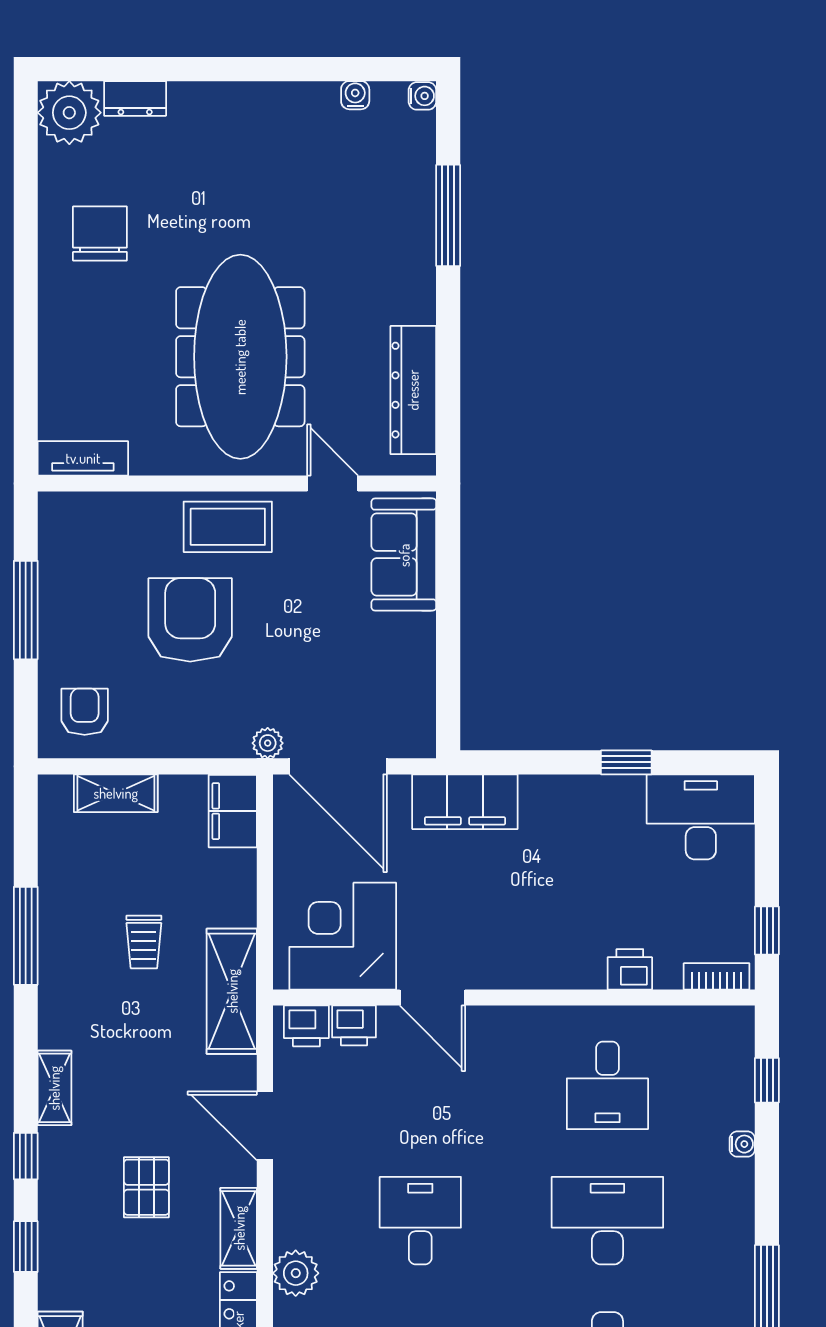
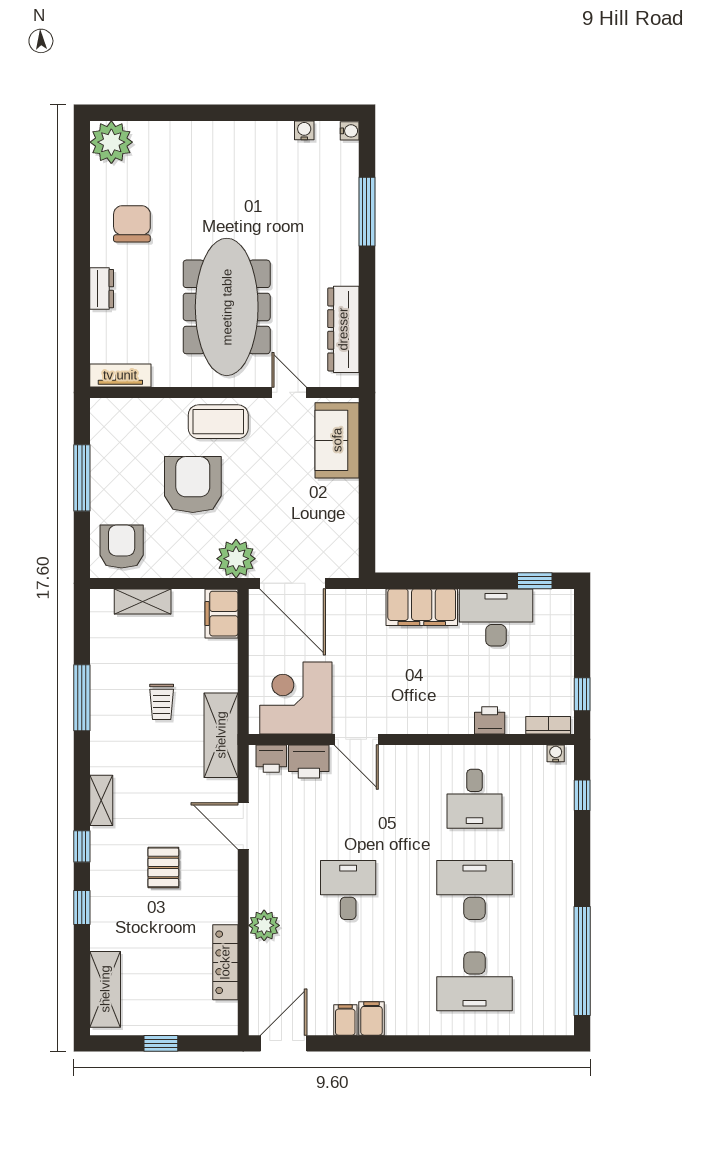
dresser: (135, 98) -> (102, 289), moved, turned -90
armchair: (85, 712) -> (122, 547), width x1.38, depth x1.38
plant: (268, 743) -> (236, 559), width x1.88, depth x1.88
window: (626, 762) -> (535, 581), moved
filing cabinet: (465, 802) -> (422, 607), moved
desk: (701, 817) -> (496, 618), moved
printer: (354, 1025) -> (309, 761), width x1.36, depth x1.24
water cooler: (742, 1144) -> (556, 753), moved, turned -90
shelving: (239, 1228) -> (226, 895), removed

